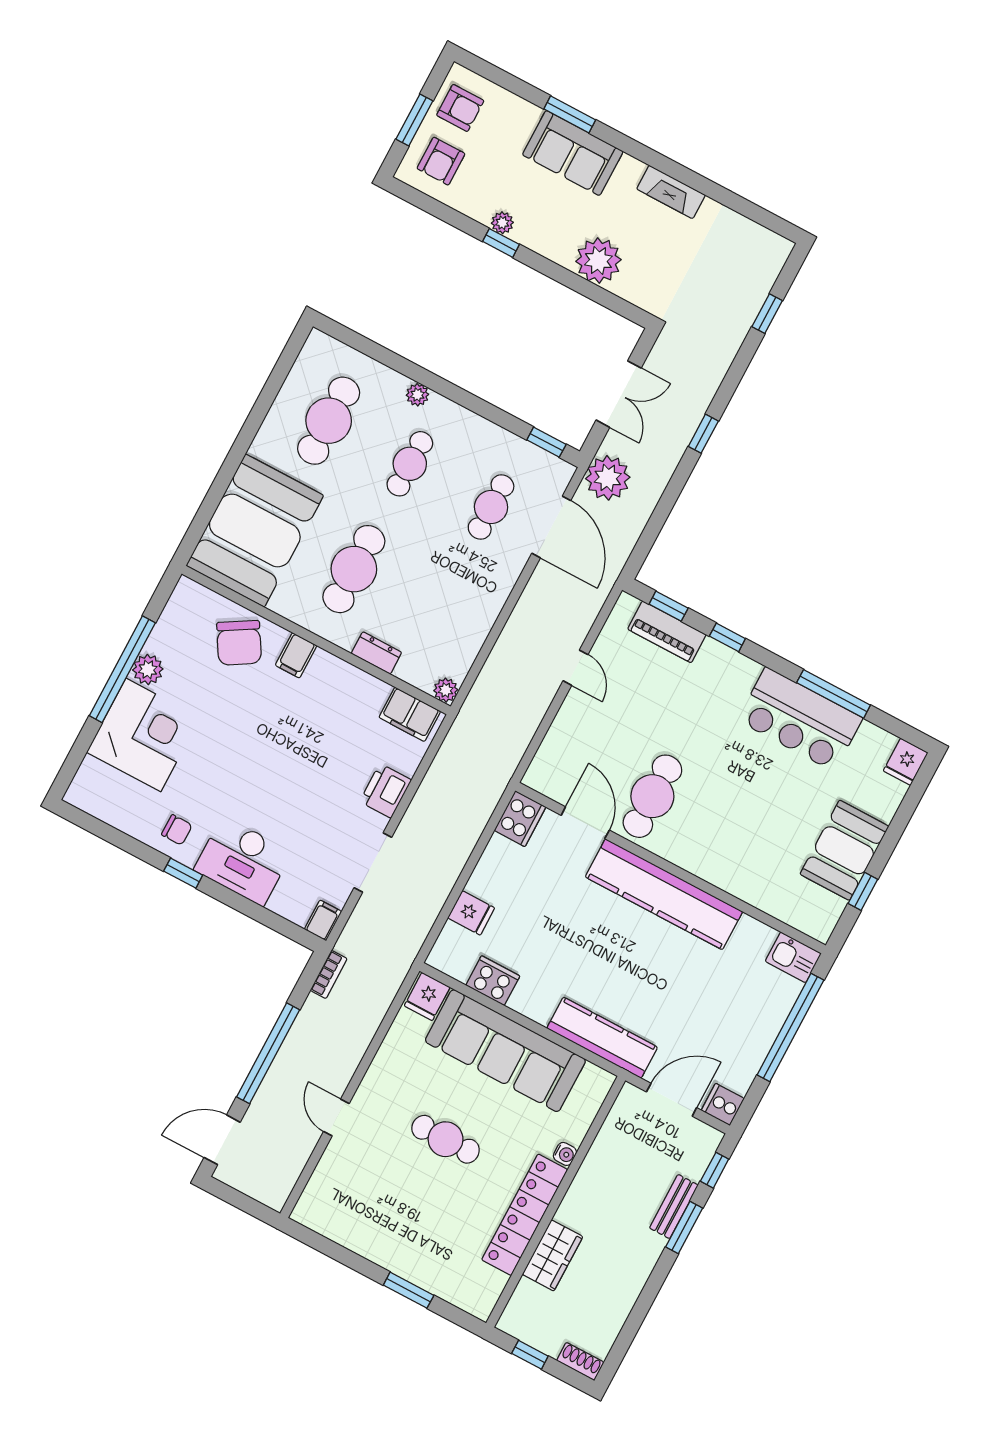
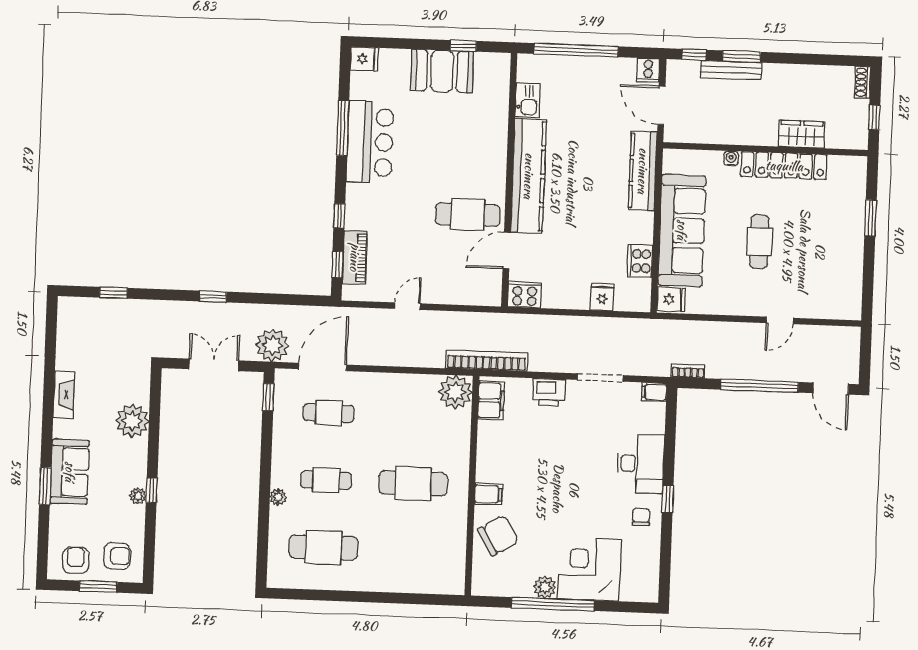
booth: (255, 530) -> (419, 561), removed
dresser: (376, 653) -> (461, 442), removed
plant: (446, 690) -> (455, 392), width x1.88, depth x1.88
bookcase: (461, 733) -> (487, 361), added
kitchen sink: (793, 957) -> (528, 100), moved
bench: (674, 1207) -> (731, 70), width x1.36

